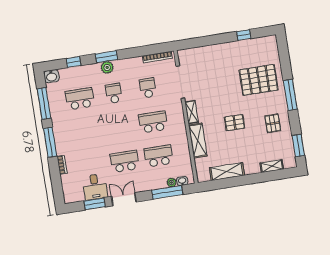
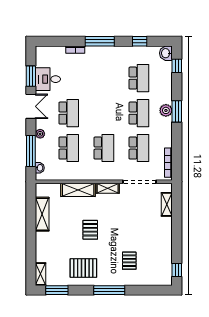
window: (244, 35) -> (177, 270), moved
shelving: (198, 52) -> (167, 204), added
window: (74, 62) -> (177, 66), moved
pallet: (259, 80) -> (129, 261), width x0.49, depth x0.50
school desk: (148, 88) -> (139, 148), width x1.85
school desk: (114, 93) -> (139, 113), width x1.85
window: (44, 104) -> (140, 41), width x0.46
pallet: (273, 123) -> (83, 268), width x1.50, depth x1.42
shelving: (272, 166) -> (40, 274), moved
plant: (171, 182) -> (40, 134), moved

